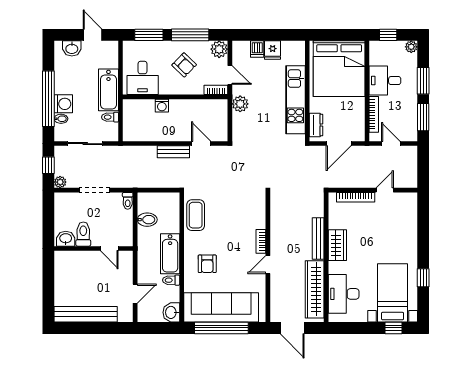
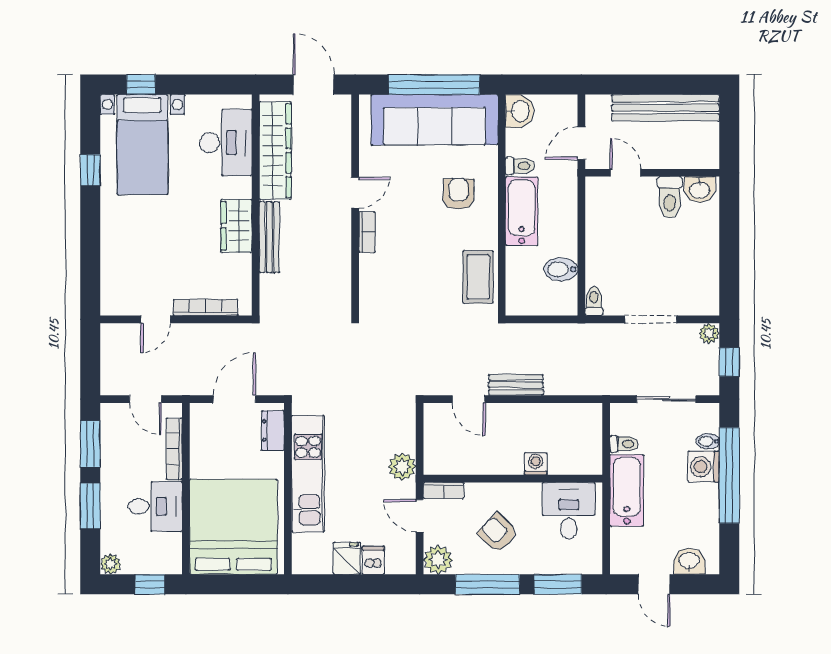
toilet: (83, 234) -> (670, 197), moved
washbasin: (66, 239) -> (700, 190), moved
wall: (94, 249) -> (652, 173), moved
door: (109, 249) -> (625, 173), moved

